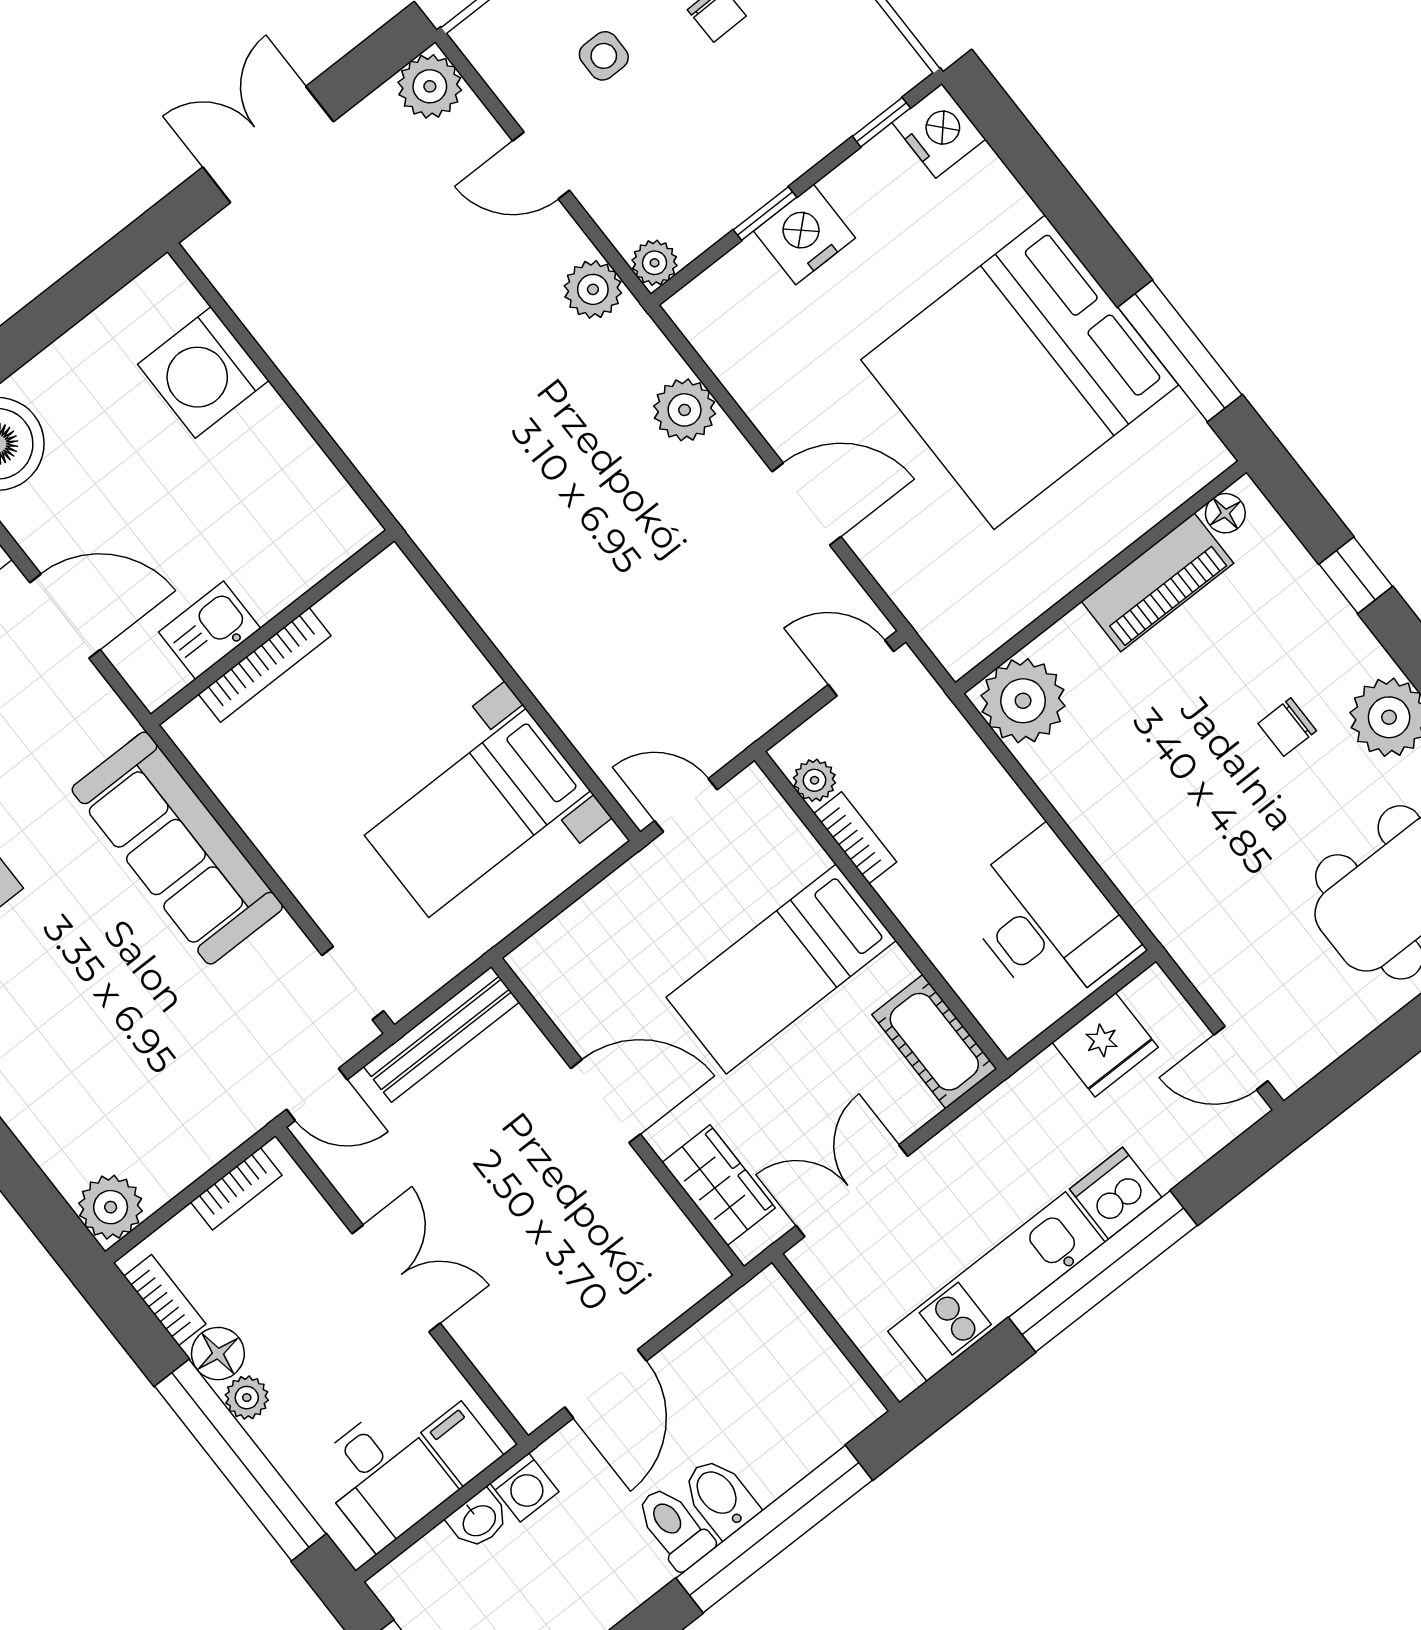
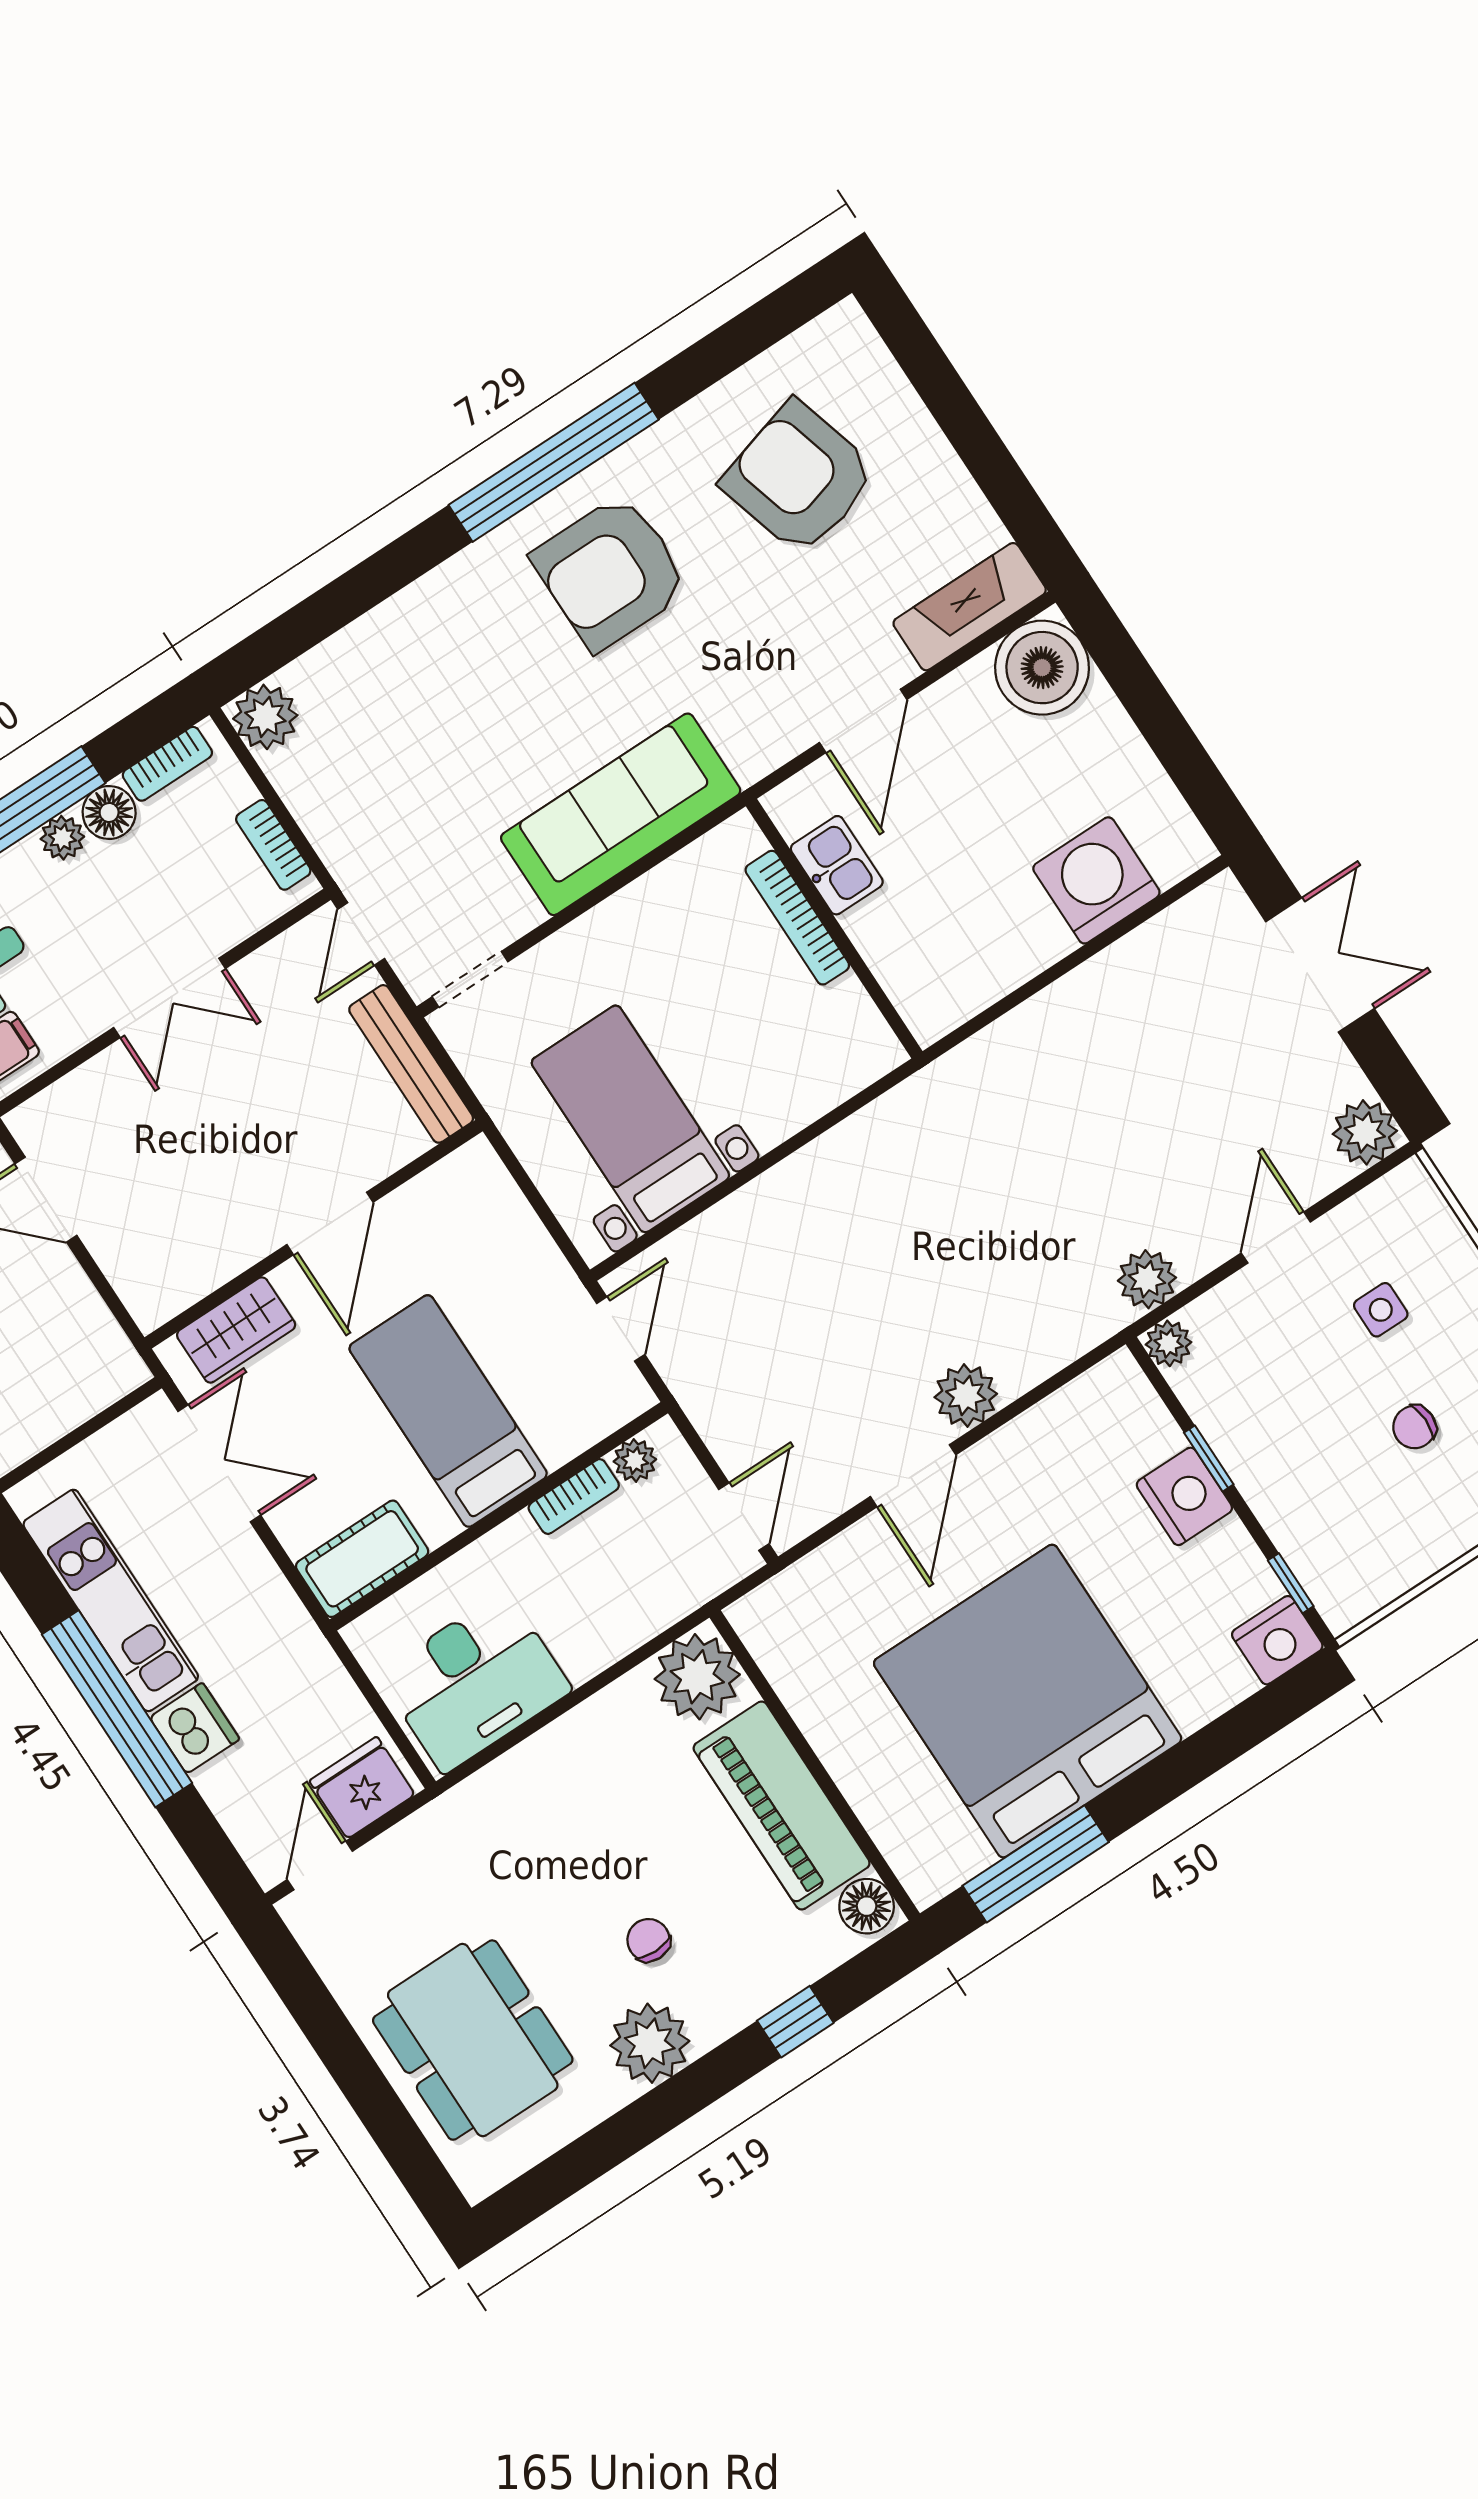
plant: (685, 410) -> (966, 1395), moved
floor lamp: (1225, 513) -> (867, 1906), width x1.37, depth x1.37
piano: (1157, 582) -> (782, 1806), width x1.37, depth x1.33
fridge: (1105, 1045) -> (362, 1788), moved, turned 90

